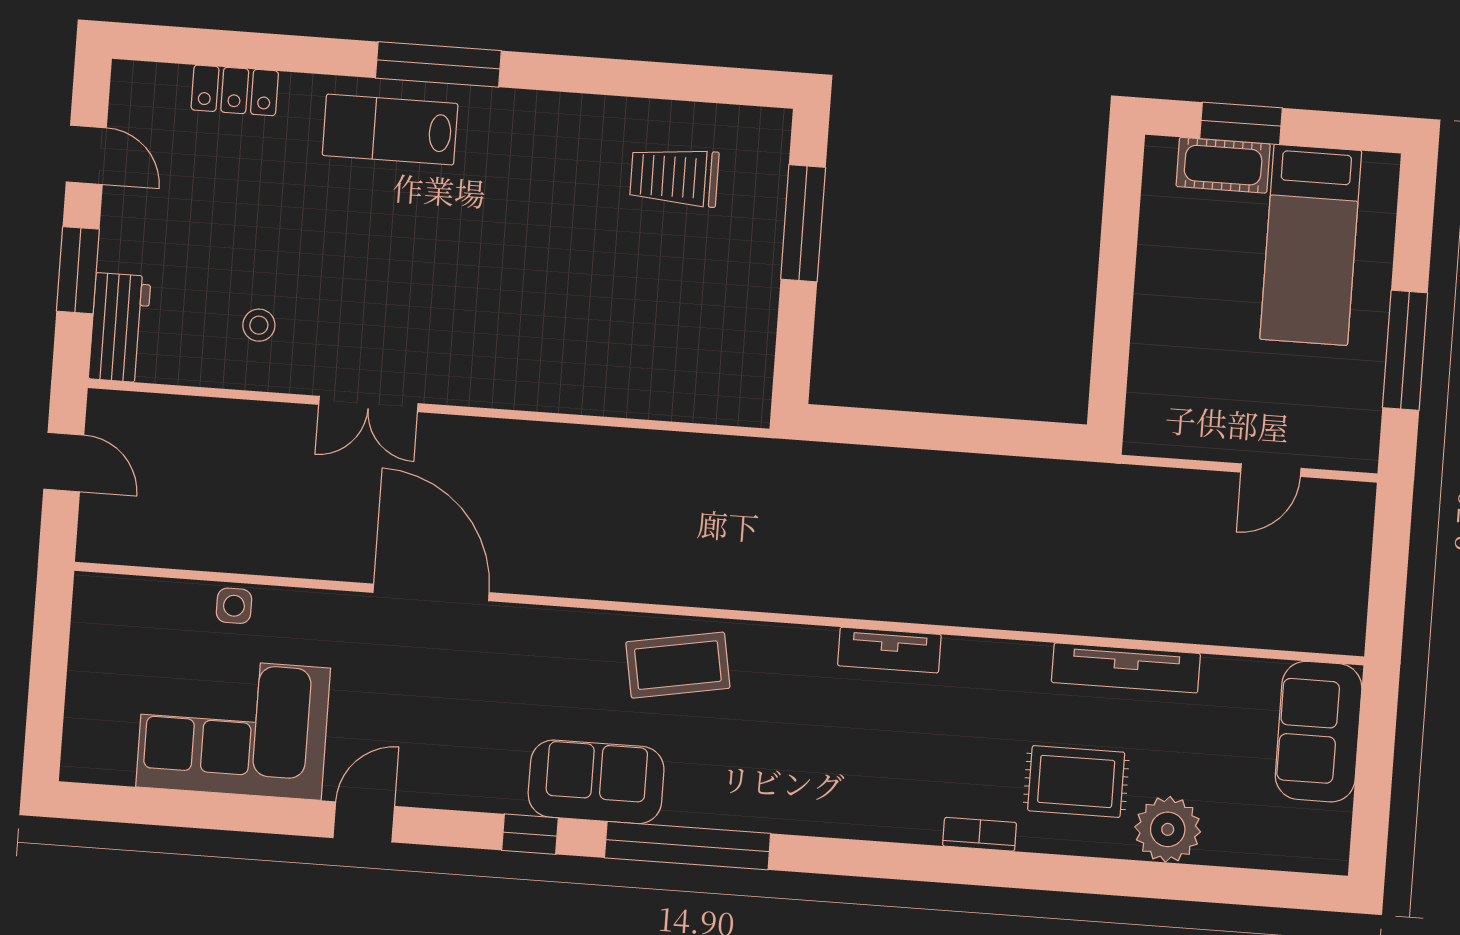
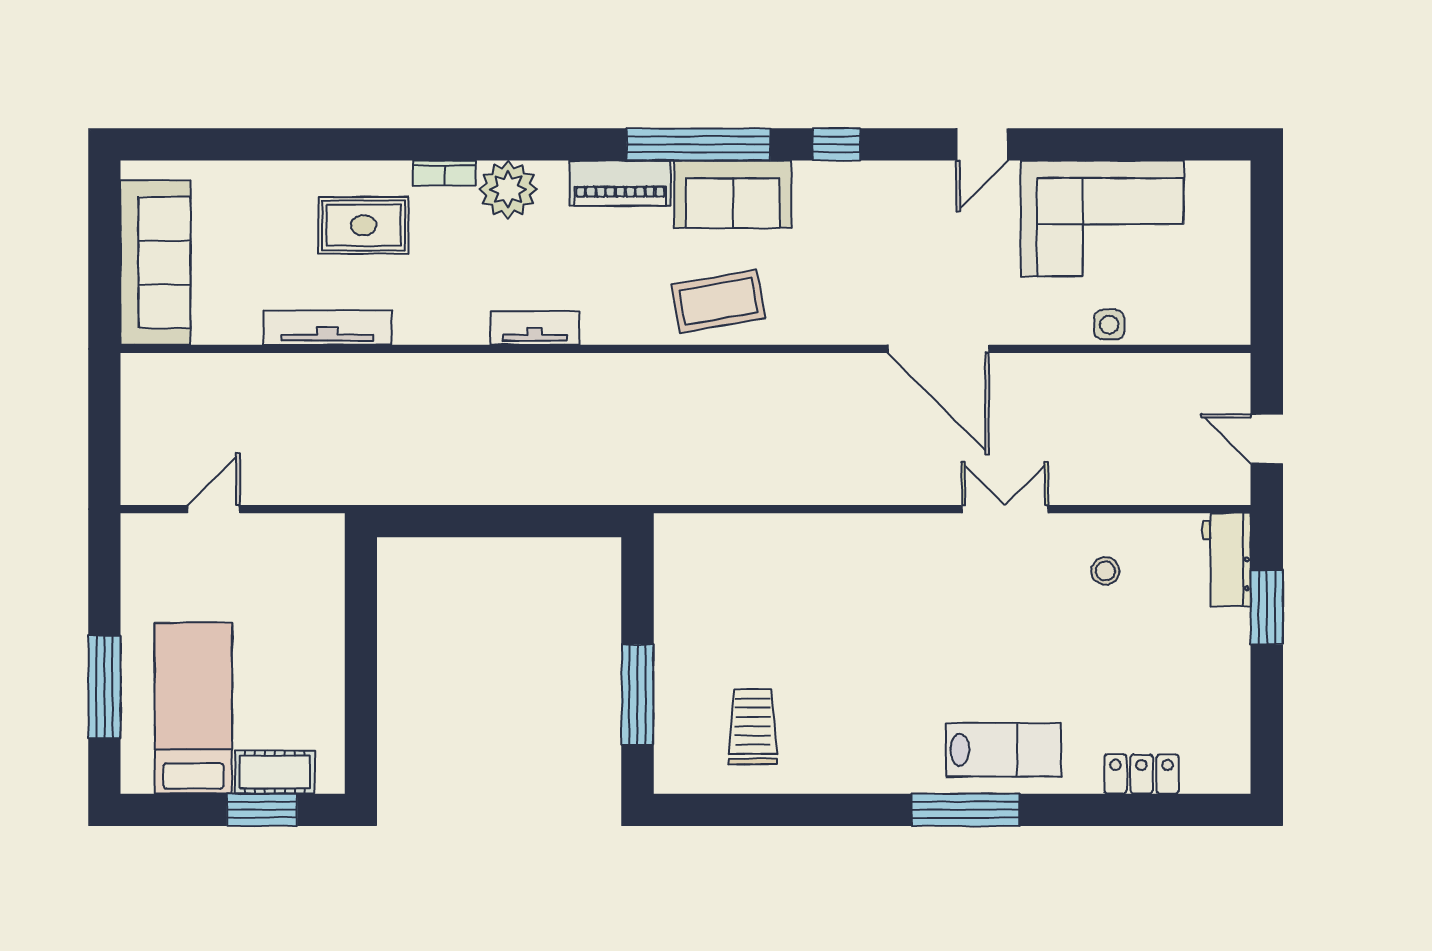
door: (86, 155) -> (1267, 708), removed
trolley: (674, 177) -> (753, 727), turned -90
window: (1405, 350) -> (104, 687), moved
sofa: (1319, 732) -> (155, 263), width x1.36
sofa: (596, 782) -> (733, 194), moved
piano: (780, 808) -> (620, 183), added
plant: (1168, 829) -> (508, 189), moved

